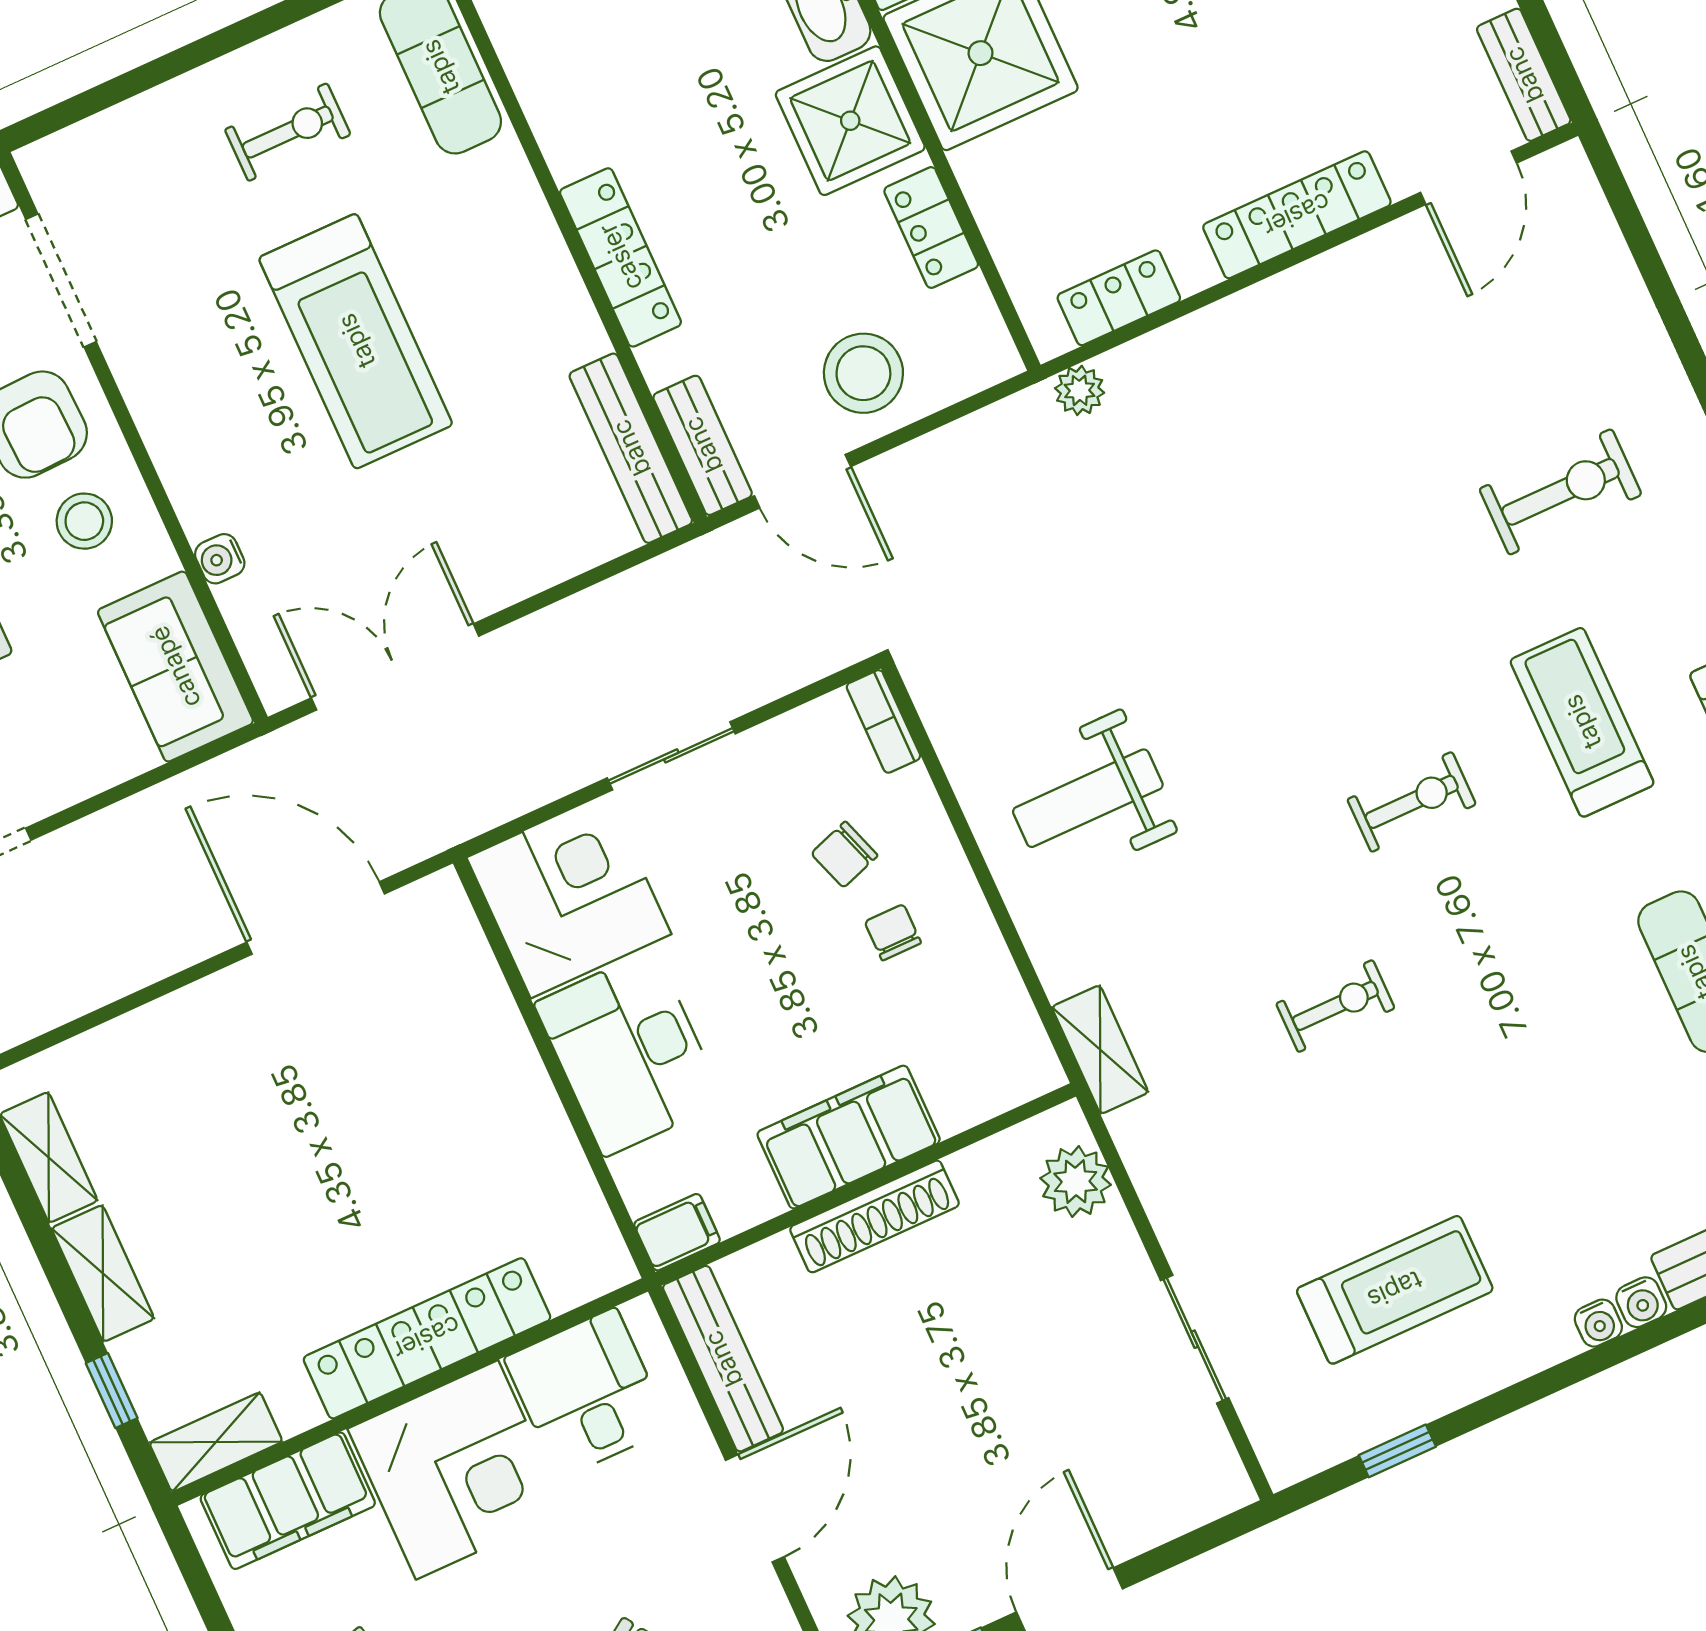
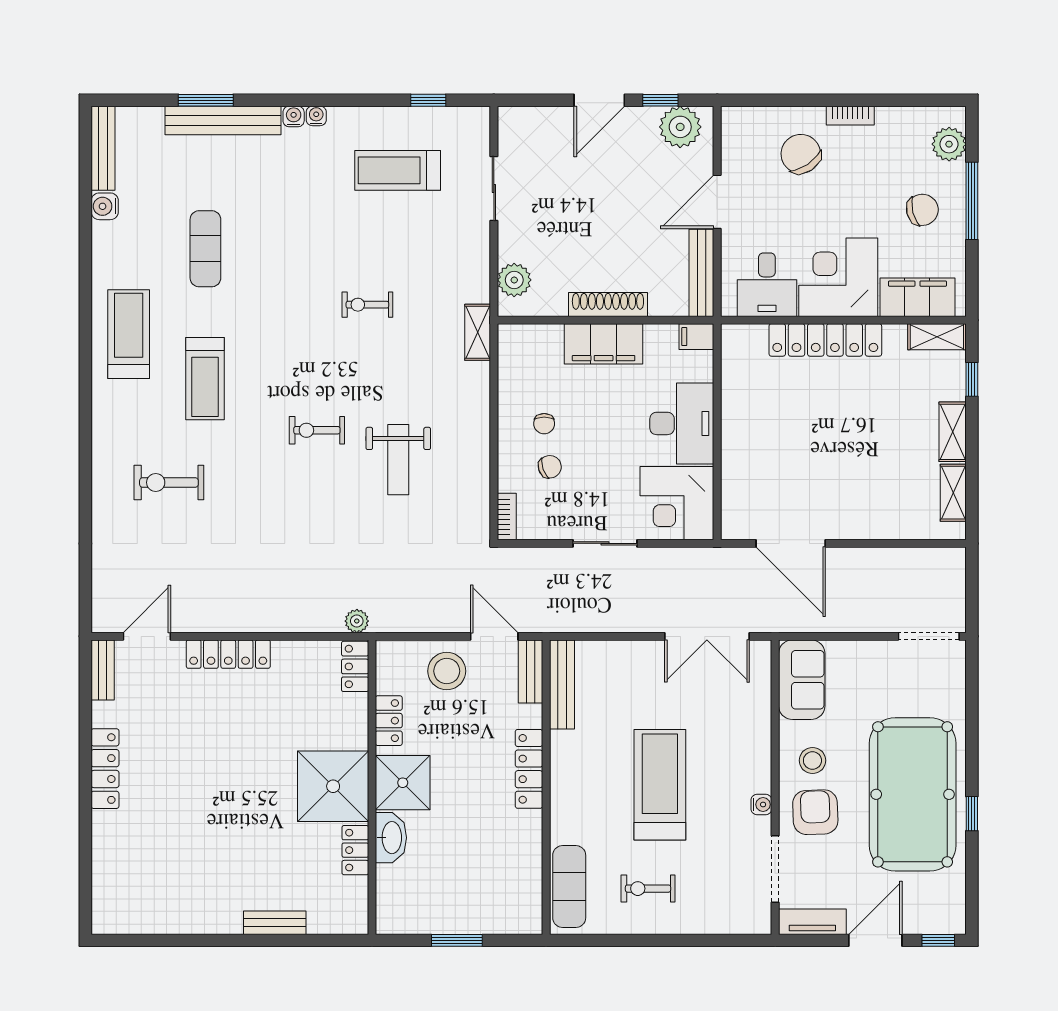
locker: (1119, 298) -> (355, 666), moved, turned 90
water cooler: (220, 559) -> (761, 804), moved
weight bench: (1088, 798) -> (398, 460), moved, turned 90
exercise bike: (1412, 802) -> (317, 430), moved

